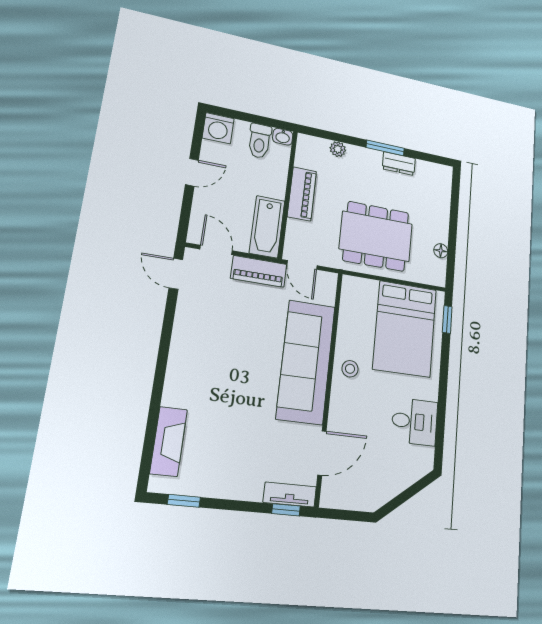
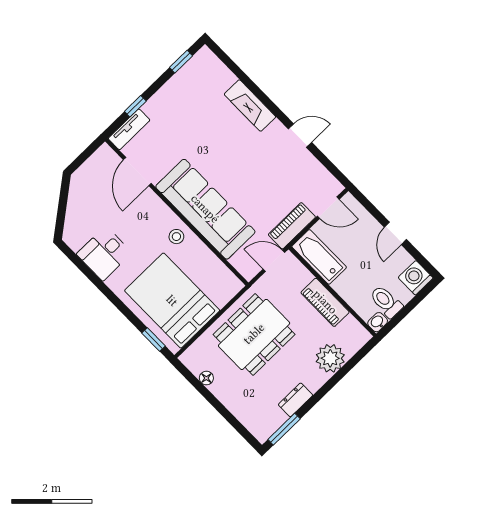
window: (385, 148) -> (284, 429), moved
plant: (338, 149) -> (330, 358), width x1.88, depth x1.88
door: (176, 274) -> (300, 136), moved
fireplace: (169, 441) -> (250, 106), moved
window: (286, 510) -> (135, 106), moved

